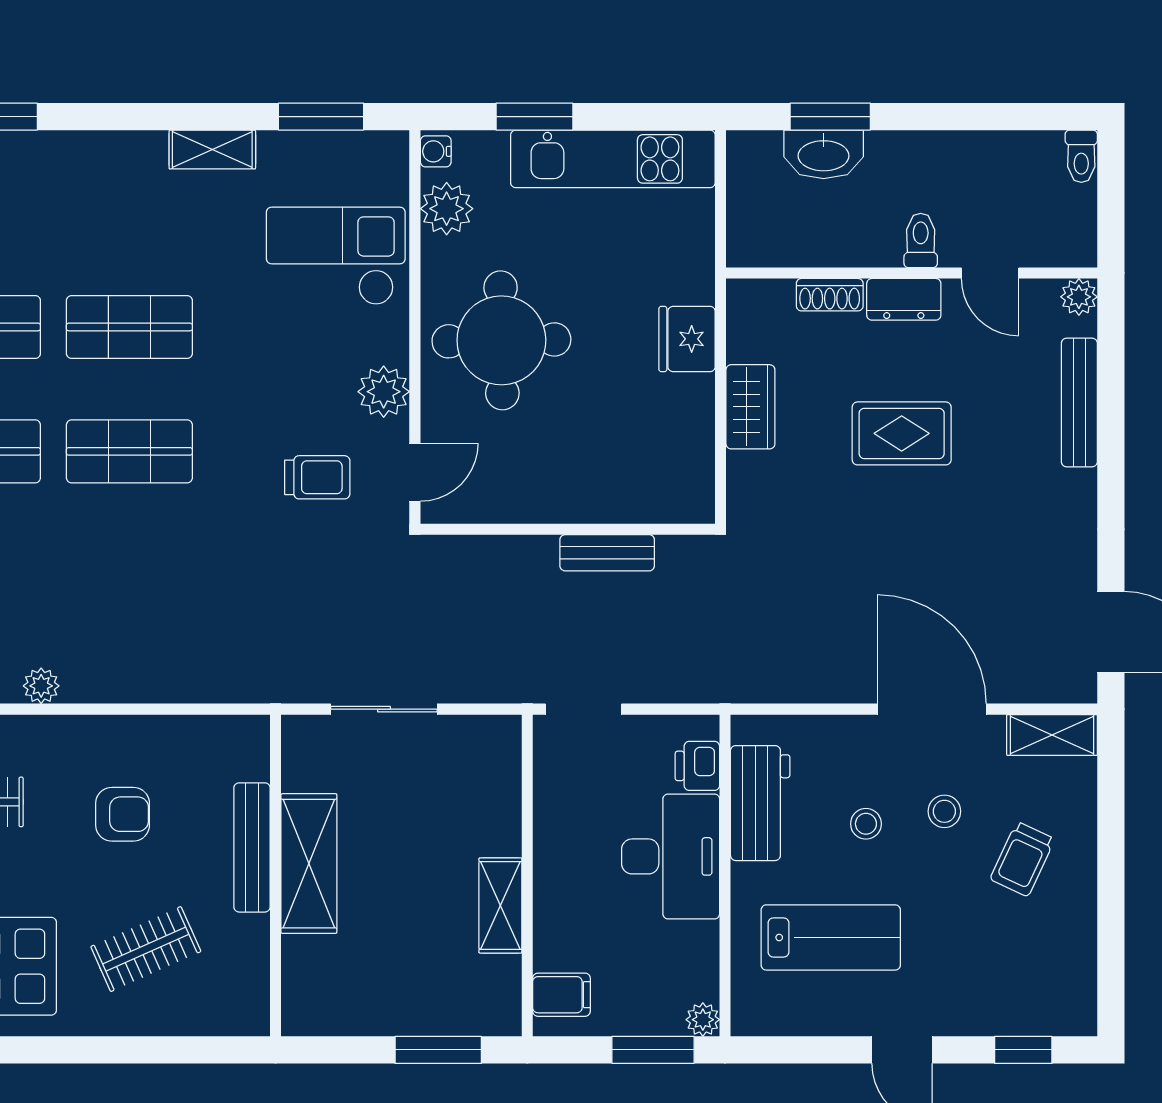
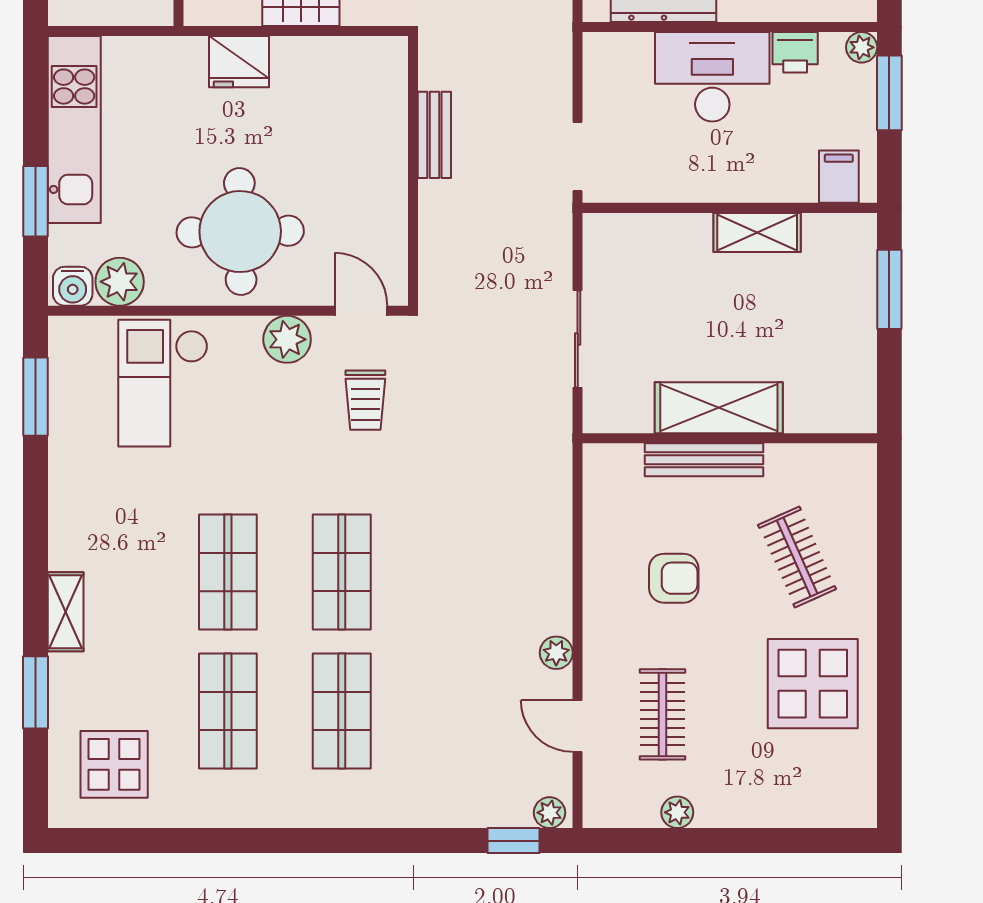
shelving: (212, 150) -> (66, 612), moved
water cooler: (436, 151) -> (73, 286), width x1.38, depth x1.38
trolley: (317, 477) -> (365, 400), turned 180
printer: (697, 766) -> (795, 52), moved
armchair: (123, 814) -> (674, 578), turned 90

